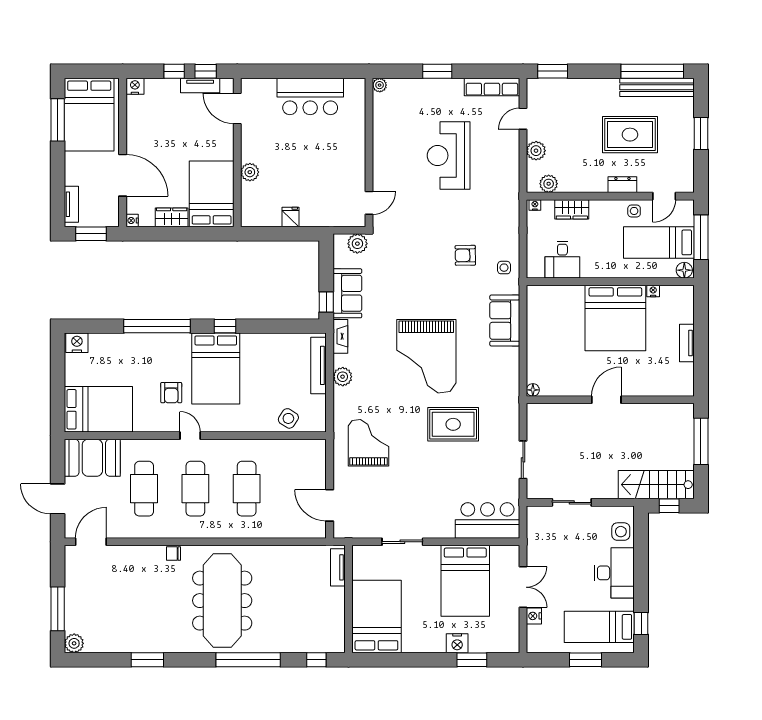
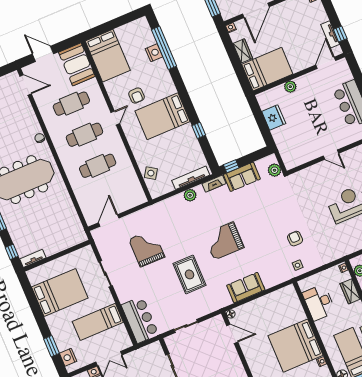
window: (174, 71) -> (332, 15), removed
door: (369, 203) -> (331, 155), moved
fridge: (290, 217) -> (274, 117), width x1.88, depth x1.34
desk: (562, 260) -> (319, 302), width x1.37
sofa: (505, 321) -> (246, 288), moved
window: (157, 326) -> (164, 48), moved
window: (225, 326) -> (199, 130), moved
nightstand: (77, 343) -> (154, 53), moved
grand piano: (426, 356) -> (224, 241), width x0.73, depth x0.68
armchair: (171, 393) -> (137, 95), turned -90
door: (606, 400) -> (232, 334), moved
grand piano: (369, 443) -> (147, 248), moved, turned -90
door: (58, 499) -> (43, 54), hinge flipped
tv unit: (338, 567) -> (33, 258), moved
bed: (465, 581) -> (98, 322), width x0.67
bed: (376, 617) -> (60, 293), moved
nightstand: (457, 643) -> (68, 357), moved

